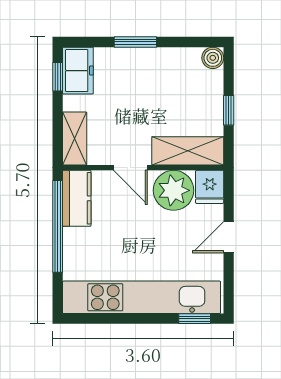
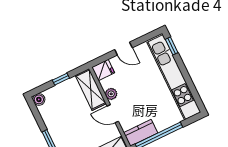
door: (130, 168) -> (113, 114), swing flipped
plant: (174, 190) -> (111, 94), width x0.53, depth x0.53

